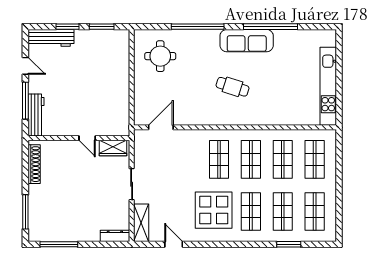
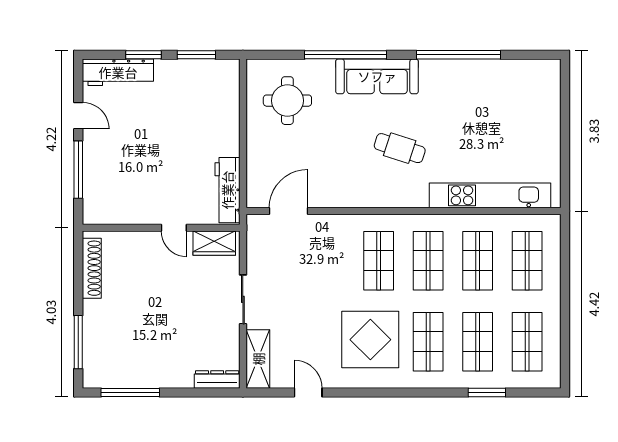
sofa: (247, 41) -> (377, 76), moved
kitchen unit: (328, 86) -> (490, 195), moved, turned 90
workbench: (36, 115) -> (227, 190), moved, turned 180

